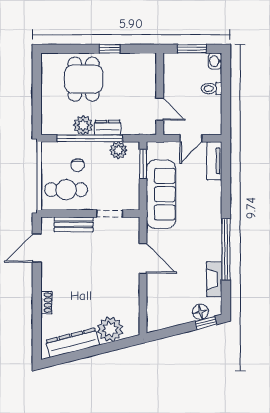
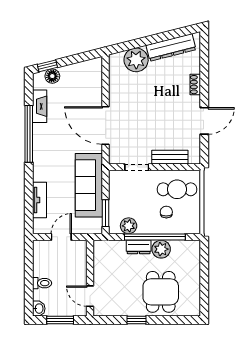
door: (160, 109) -> (90, 296), moved
tv unit: (214, 161) -> (39, 200), moved
door: (37, 248) -> (204, 121), moved
door: (143, 258) -> (106, 126), width x1.36

